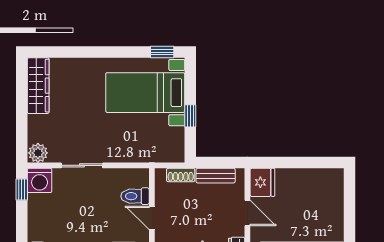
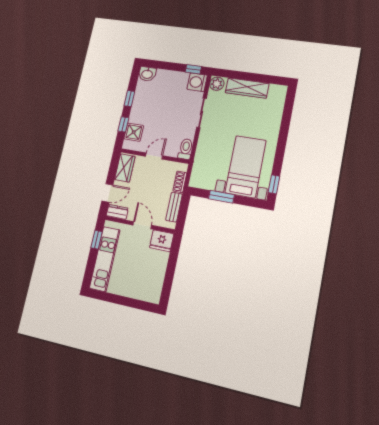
wardrobe: (38, 86) -> (247, 88), moved
window: (190, 116) -> (221, 197), width x1.50
toilet: (135, 196) -> (186, 149), moved
door: (247, 213) -> (142, 225), swing flipped

